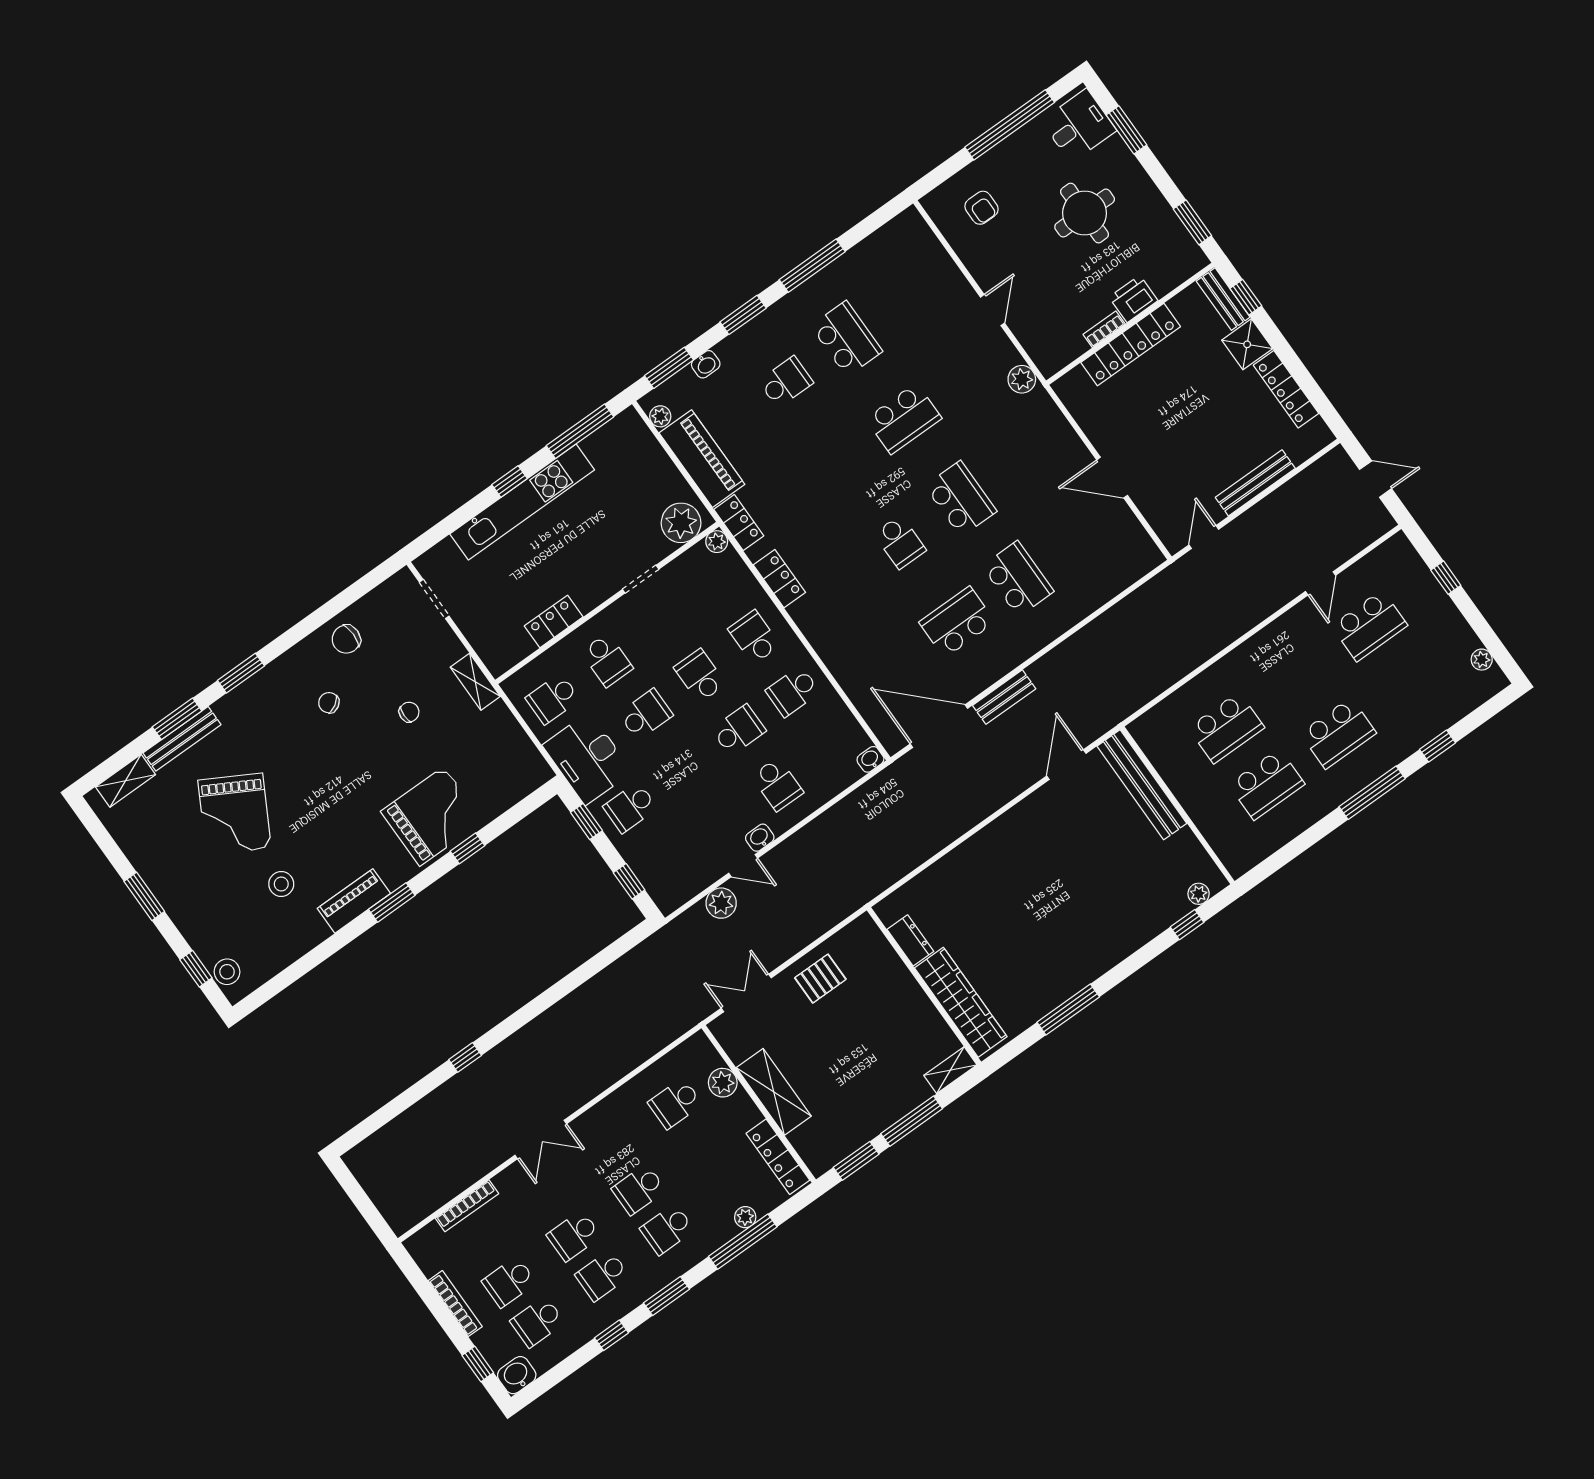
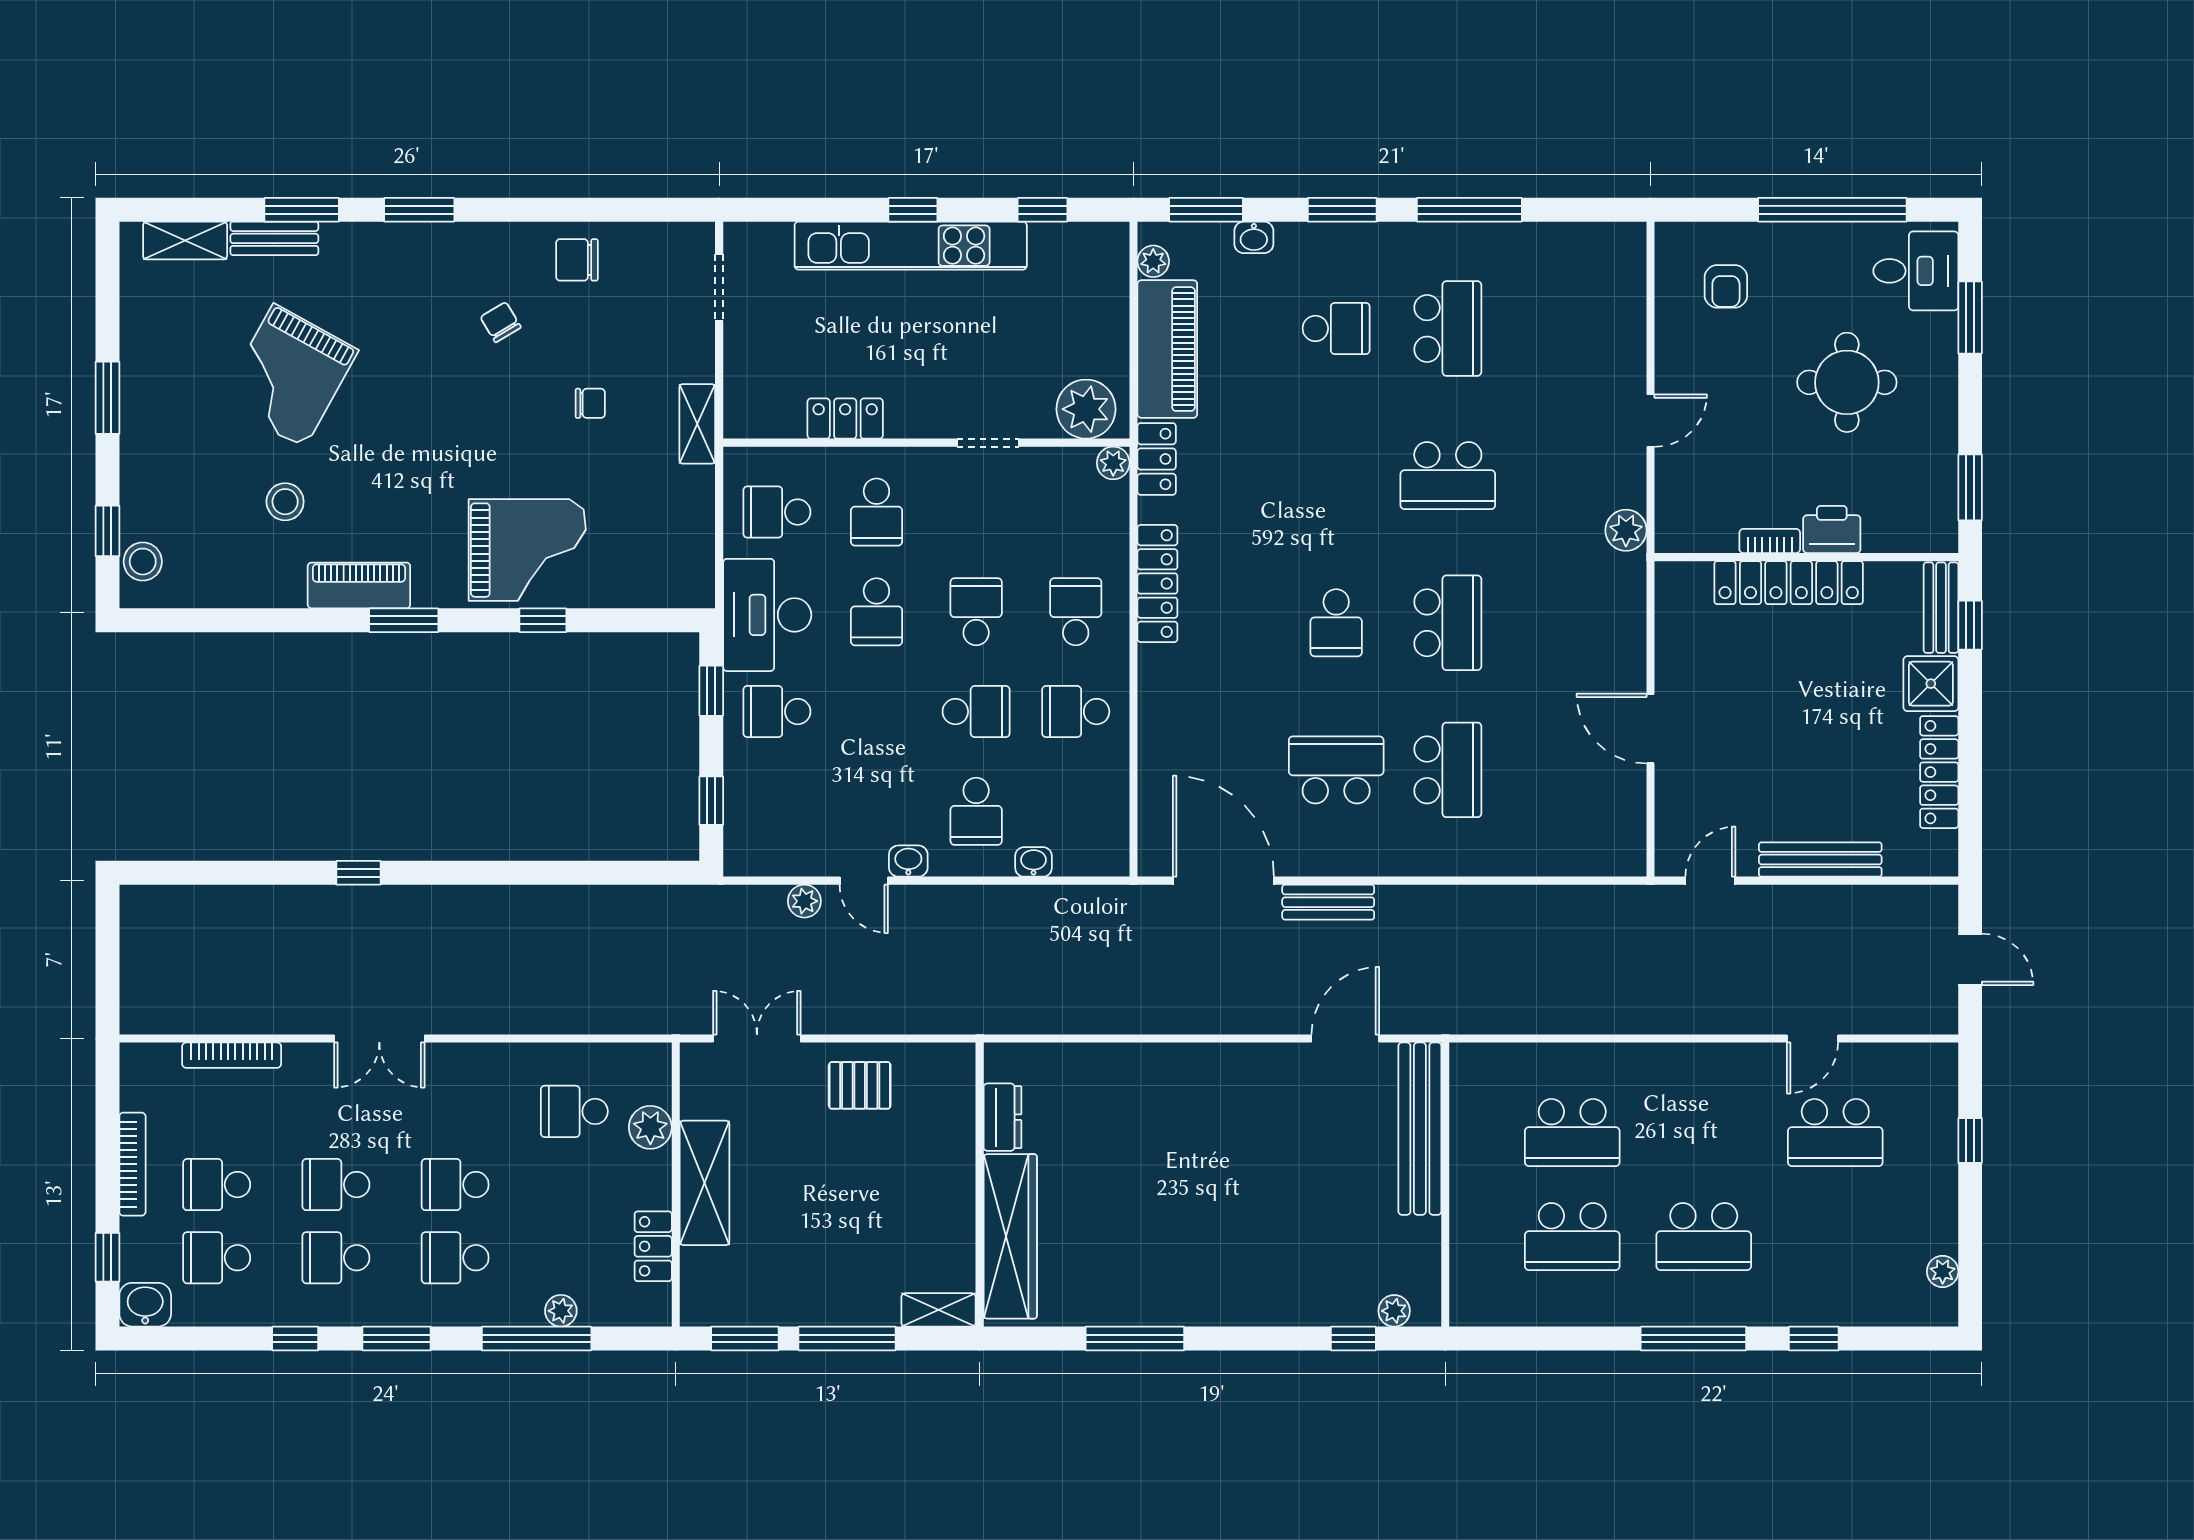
window: (580, 431) -> (1043, 210), width x0.46
locker: (779, 579) -> (1157, 584), width x1.53
school desk: (646, 714) -> (876, 612), turned 90
bench: (182, 739) -> (274, 238), width x0.73
washbasin: (870, 759) -> (1033, 862), moved
plant: (721, 903) -> (804, 901), width x0.73, depth x0.73
locker: (778, 1157) -> (653, 1246), width x0.66

